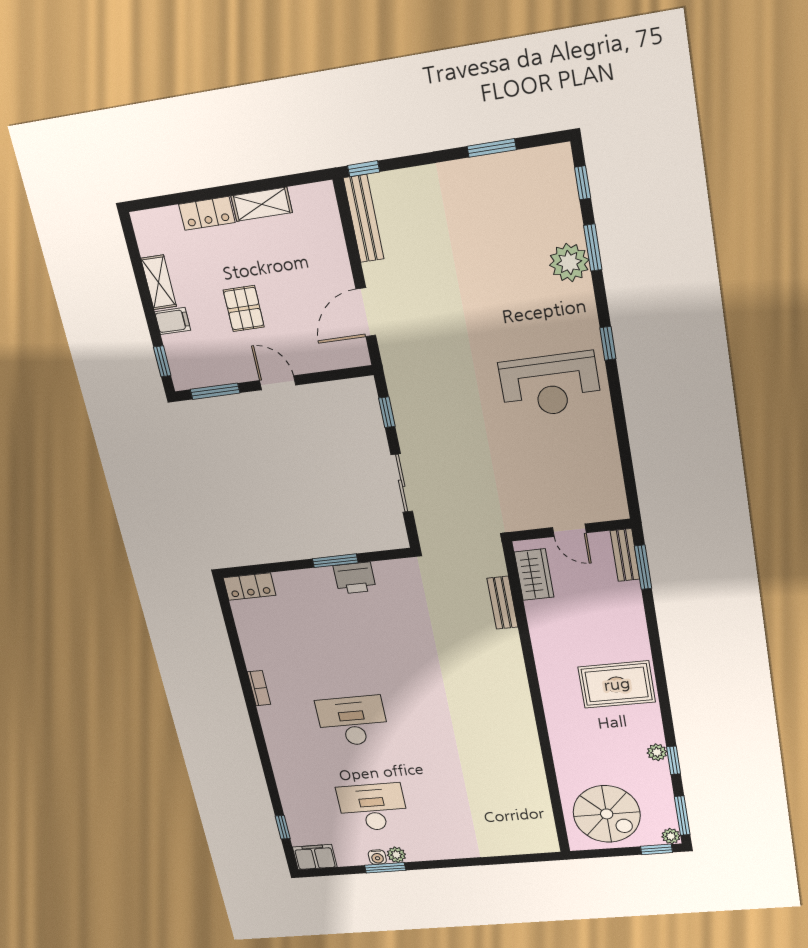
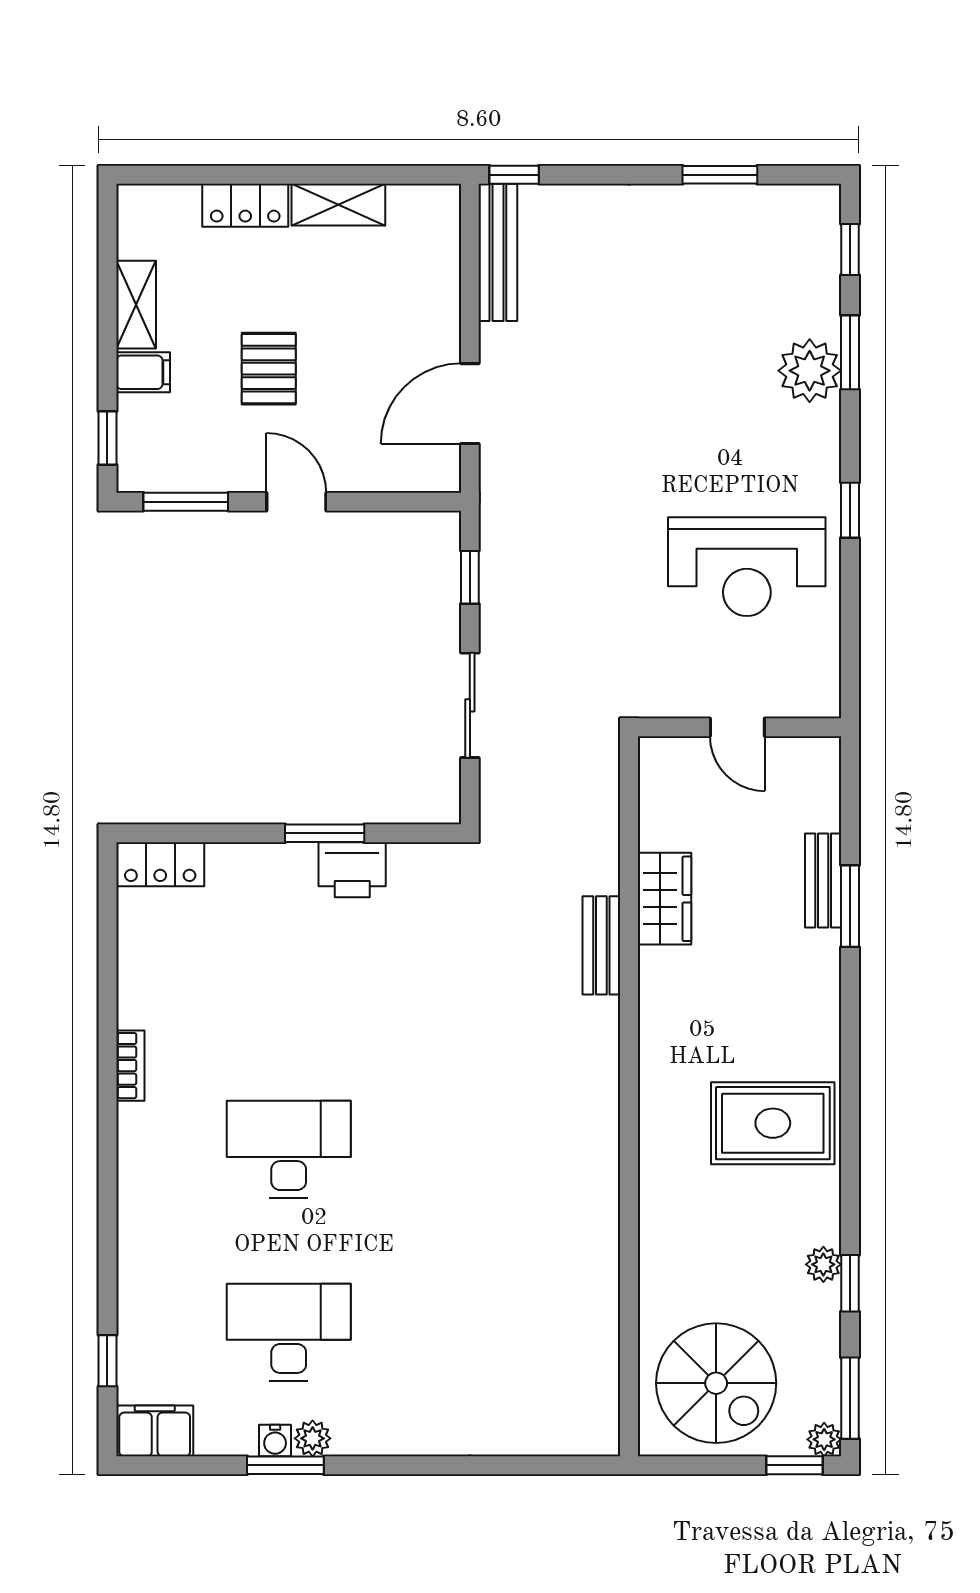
door: (569, 530) -> (737, 727), moved
wall: (571, 530) -> (739, 727), moved

